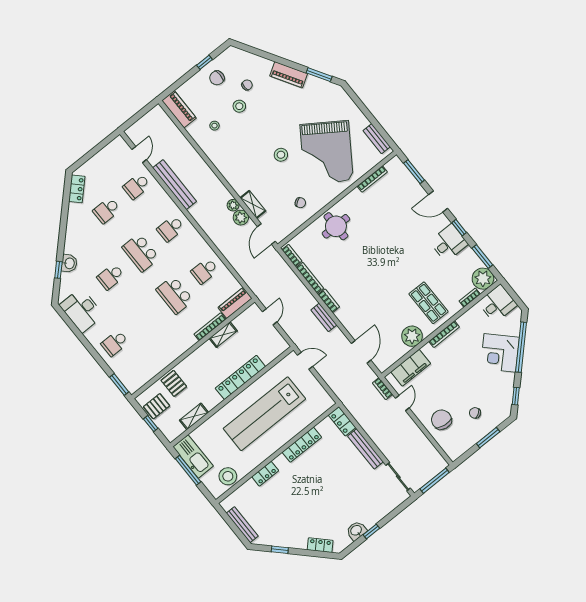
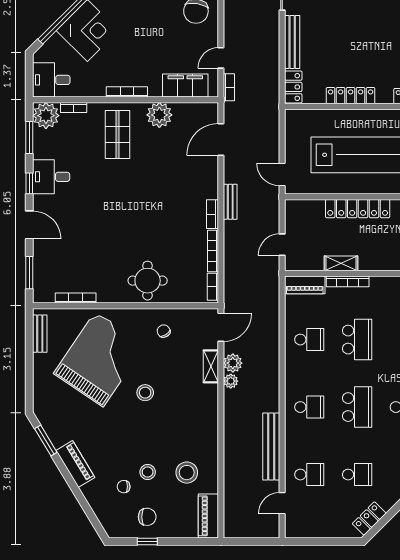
stool: (214, 126) -> (187, 473), width x1.89, depth x1.89

